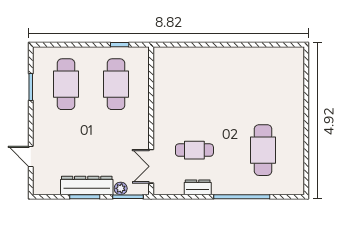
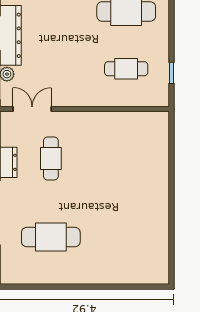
cafe table: (116, 84) -> (126, 69), width x0.73, depth x0.74

